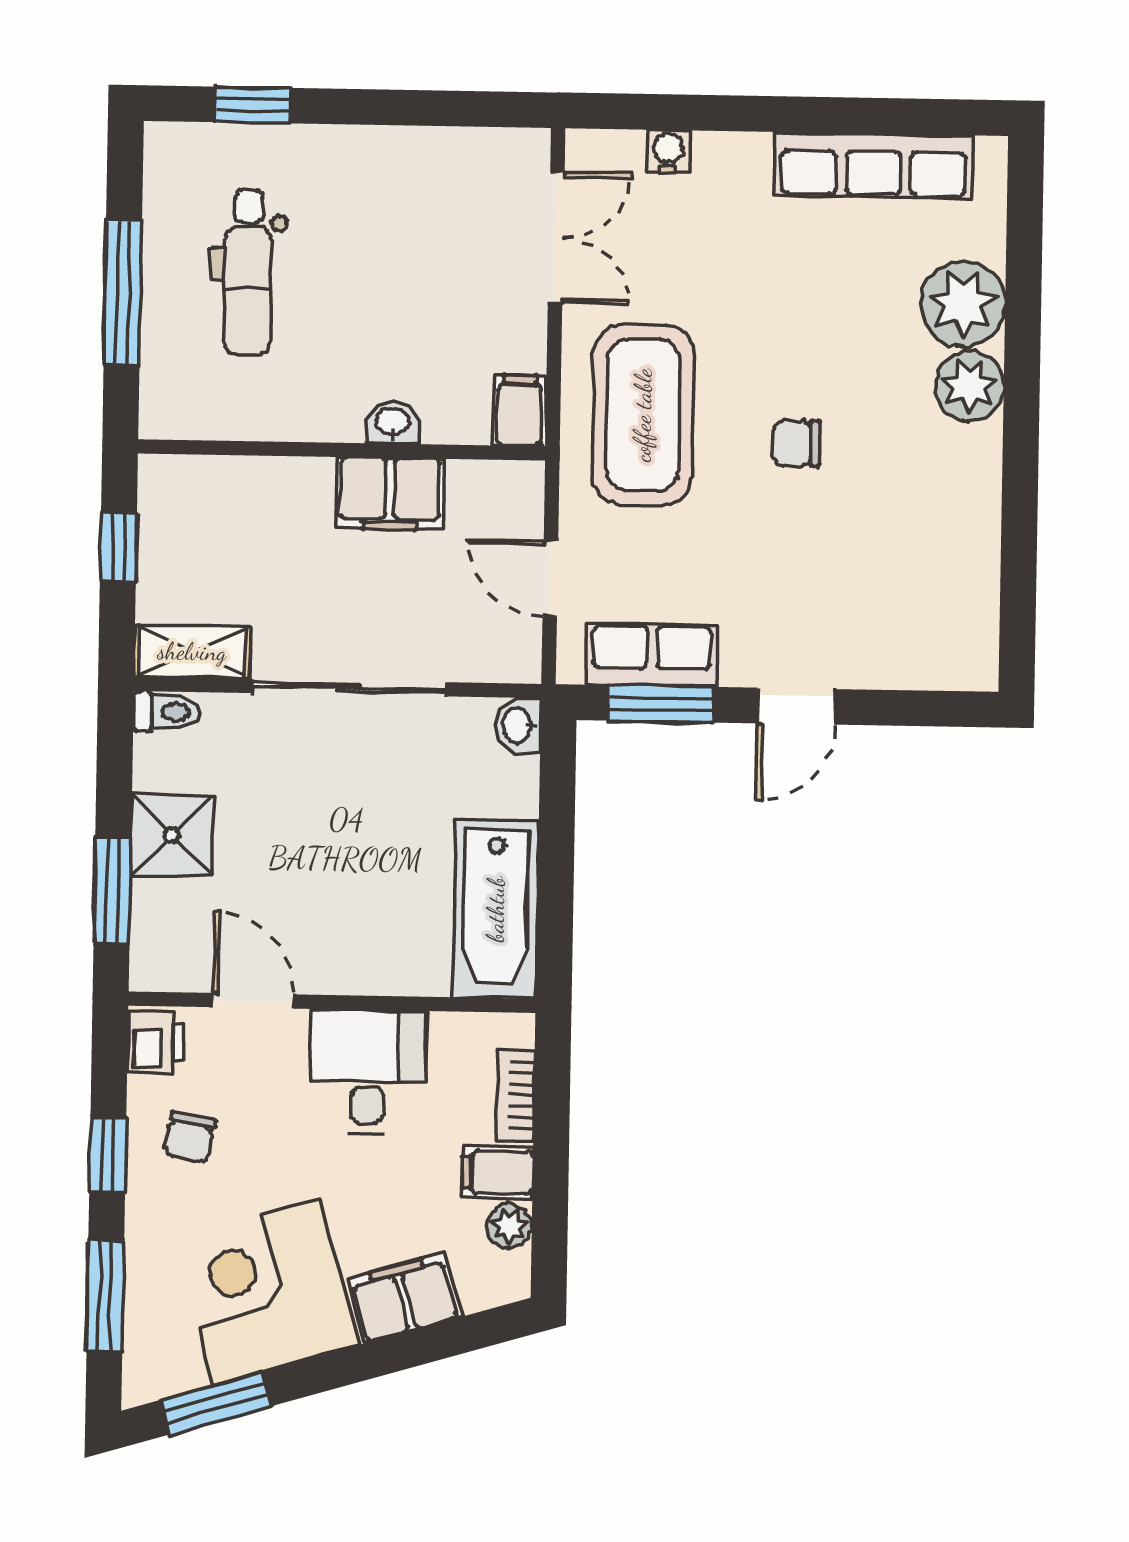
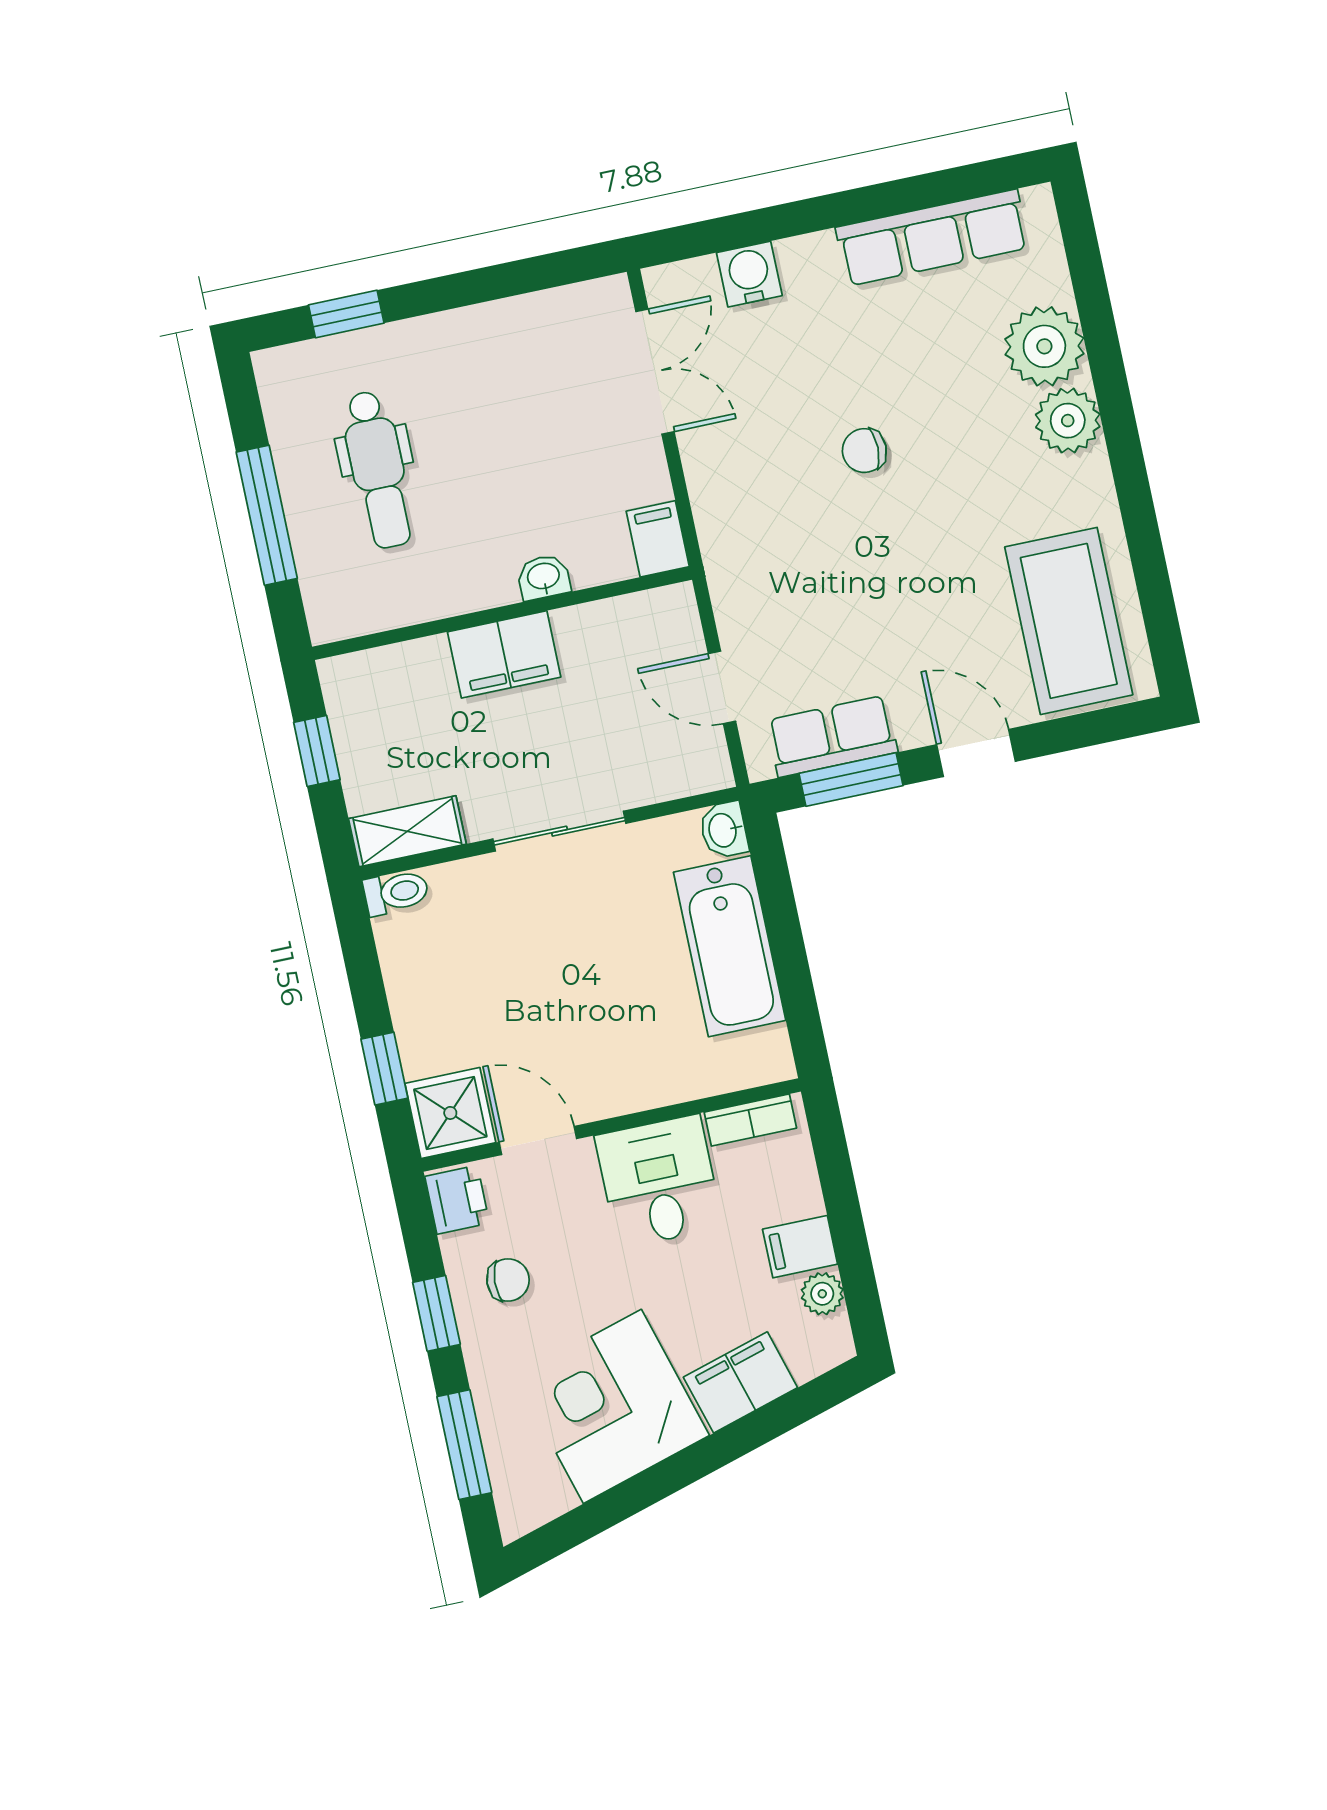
water cooler: (669, 151) -> (749, 274), width x1.38, depth x1.38
coffee table: (643, 415) -> (1069, 621), moved
chair: (797, 443) -> (864, 451), moved
filing cabinet: (390, 494) -> (504, 654), moved
sliding door: (349, 688) -> (559, 831), width x0.73
door: (796, 706) -> (976, 753), swing flipped
shower: (172, 835) -> (450, 1113), moved
window: (112, 890) -> (384, 1069), width x0.67
bathtub: (496, 909) -> (730, 946), moved
bookcase: (516, 1096) -> (750, 1120), moved, turned -90
chair: (189, 1137) -> (508, 1280), turned -98
window: (216, 1403) -> (590, 1519), removed

